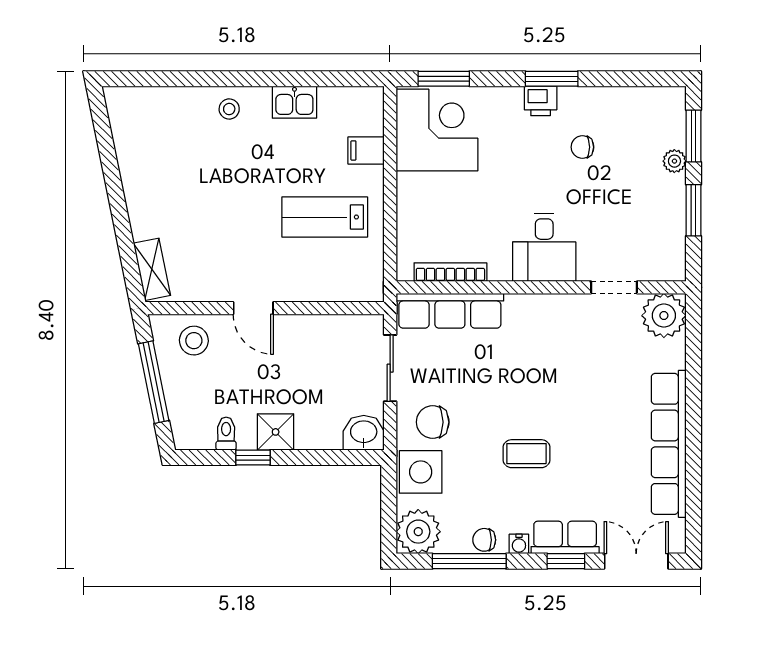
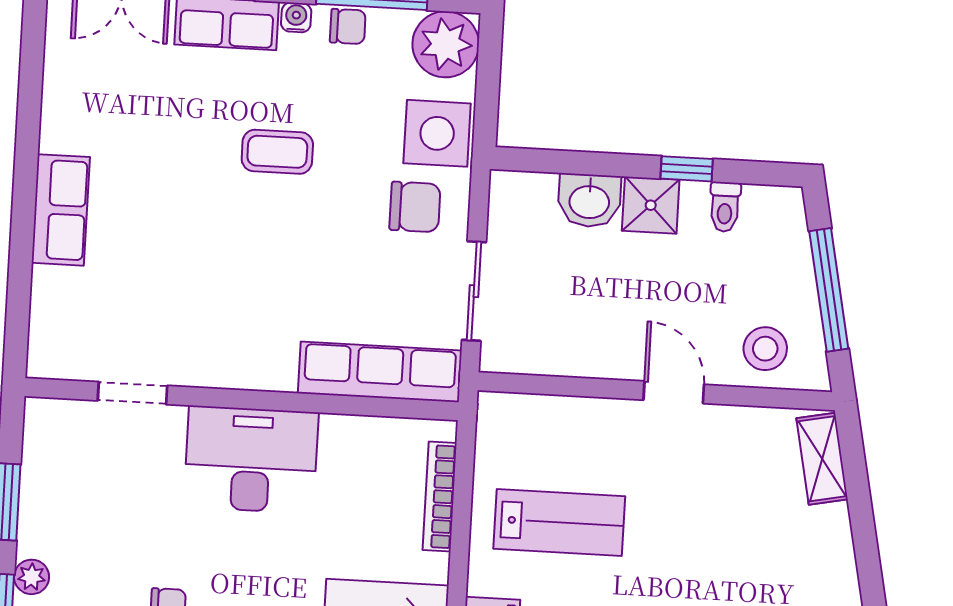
desk: (544, 247) -> (251, 460), width x1.37
bookcase: (450, 272) -> (440, 497), moved, turned 90
plant: (664, 316) -> (60, 347), removed
washbasin: (364, 433) -> (589, 201), moved
row of seats: (669, 444) -> (61, 210), width x0.50

